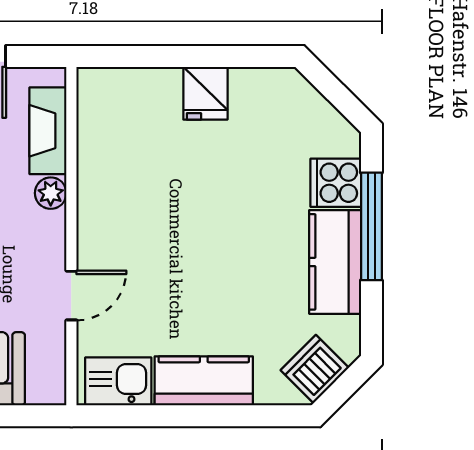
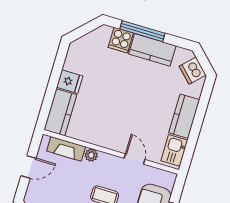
kitchen counter: (128, 93) -> (60, 112), added

